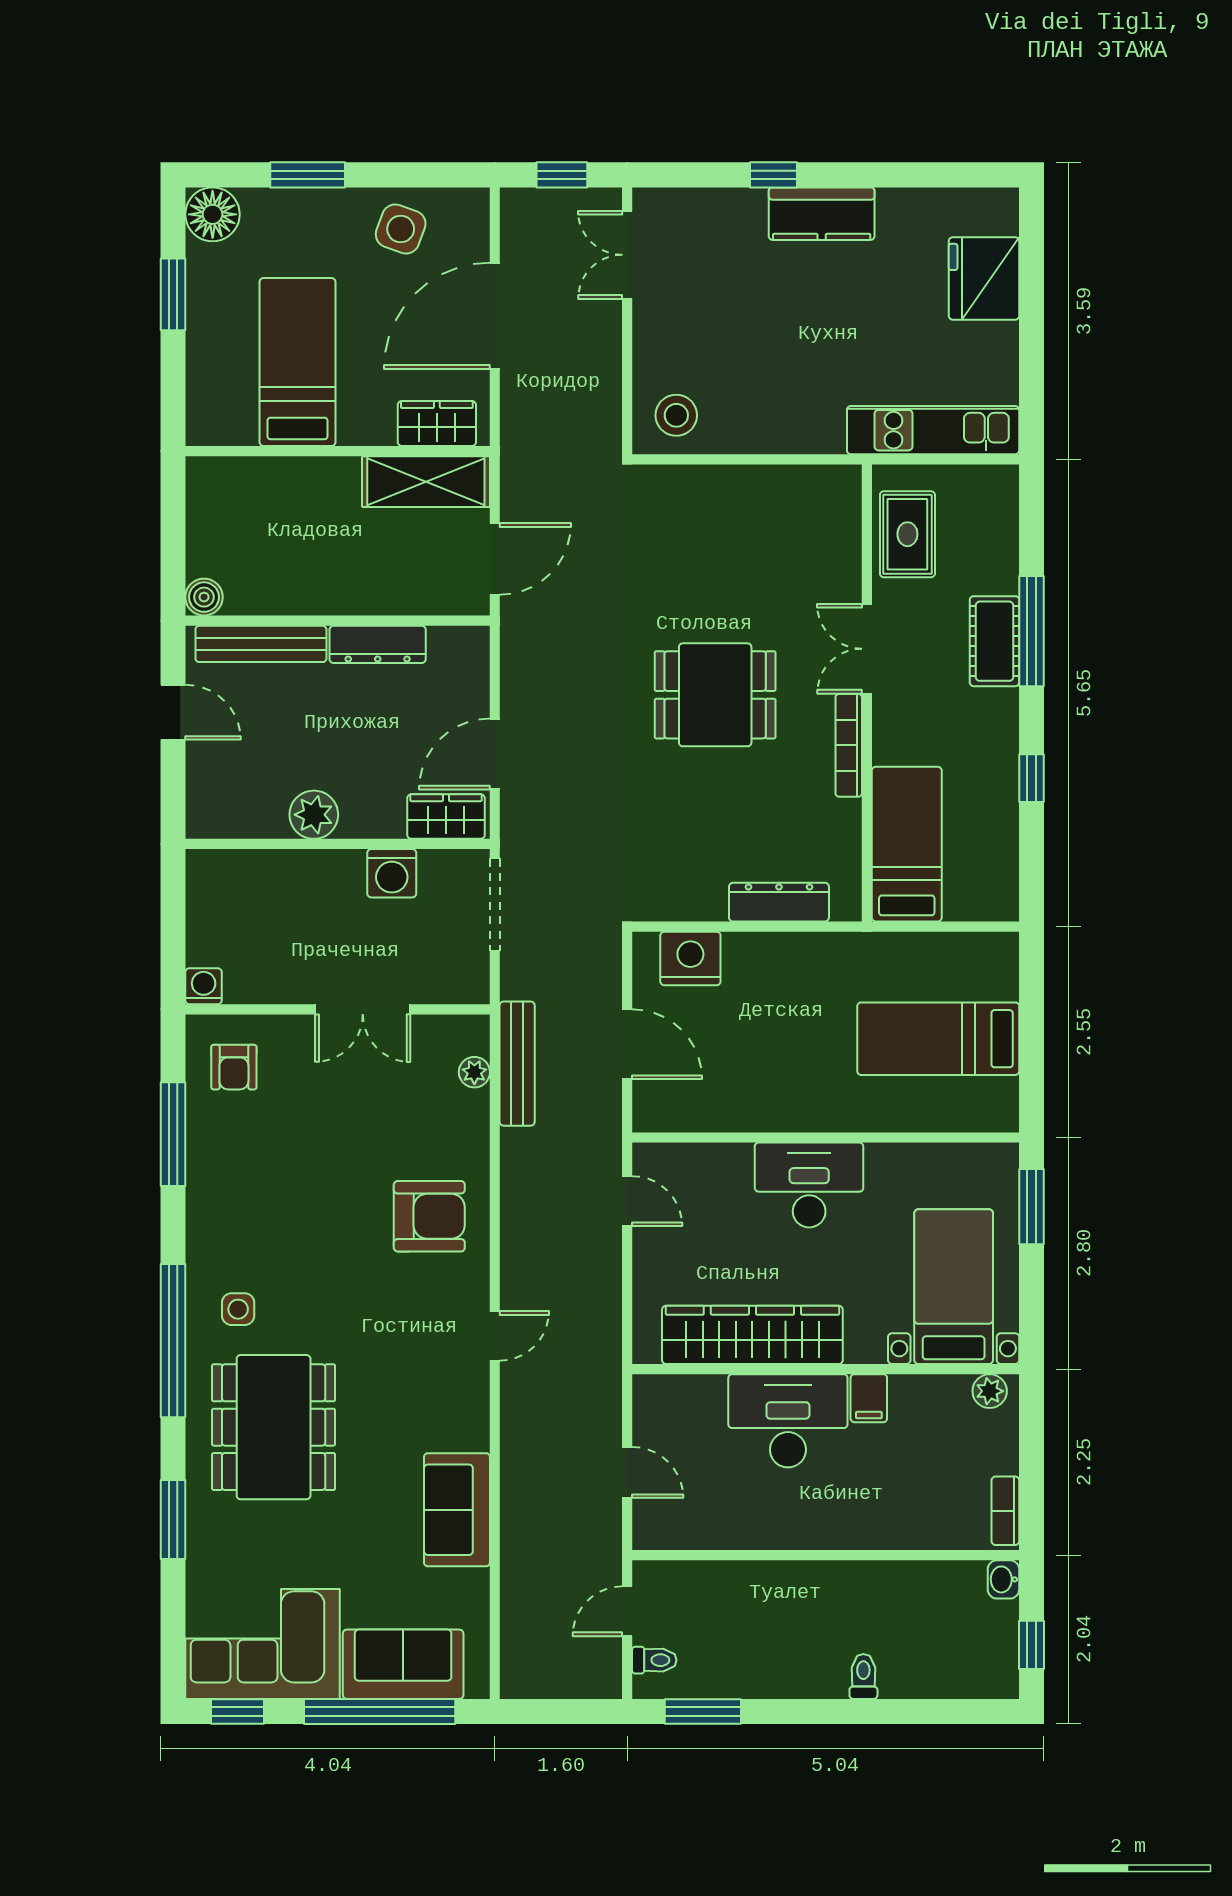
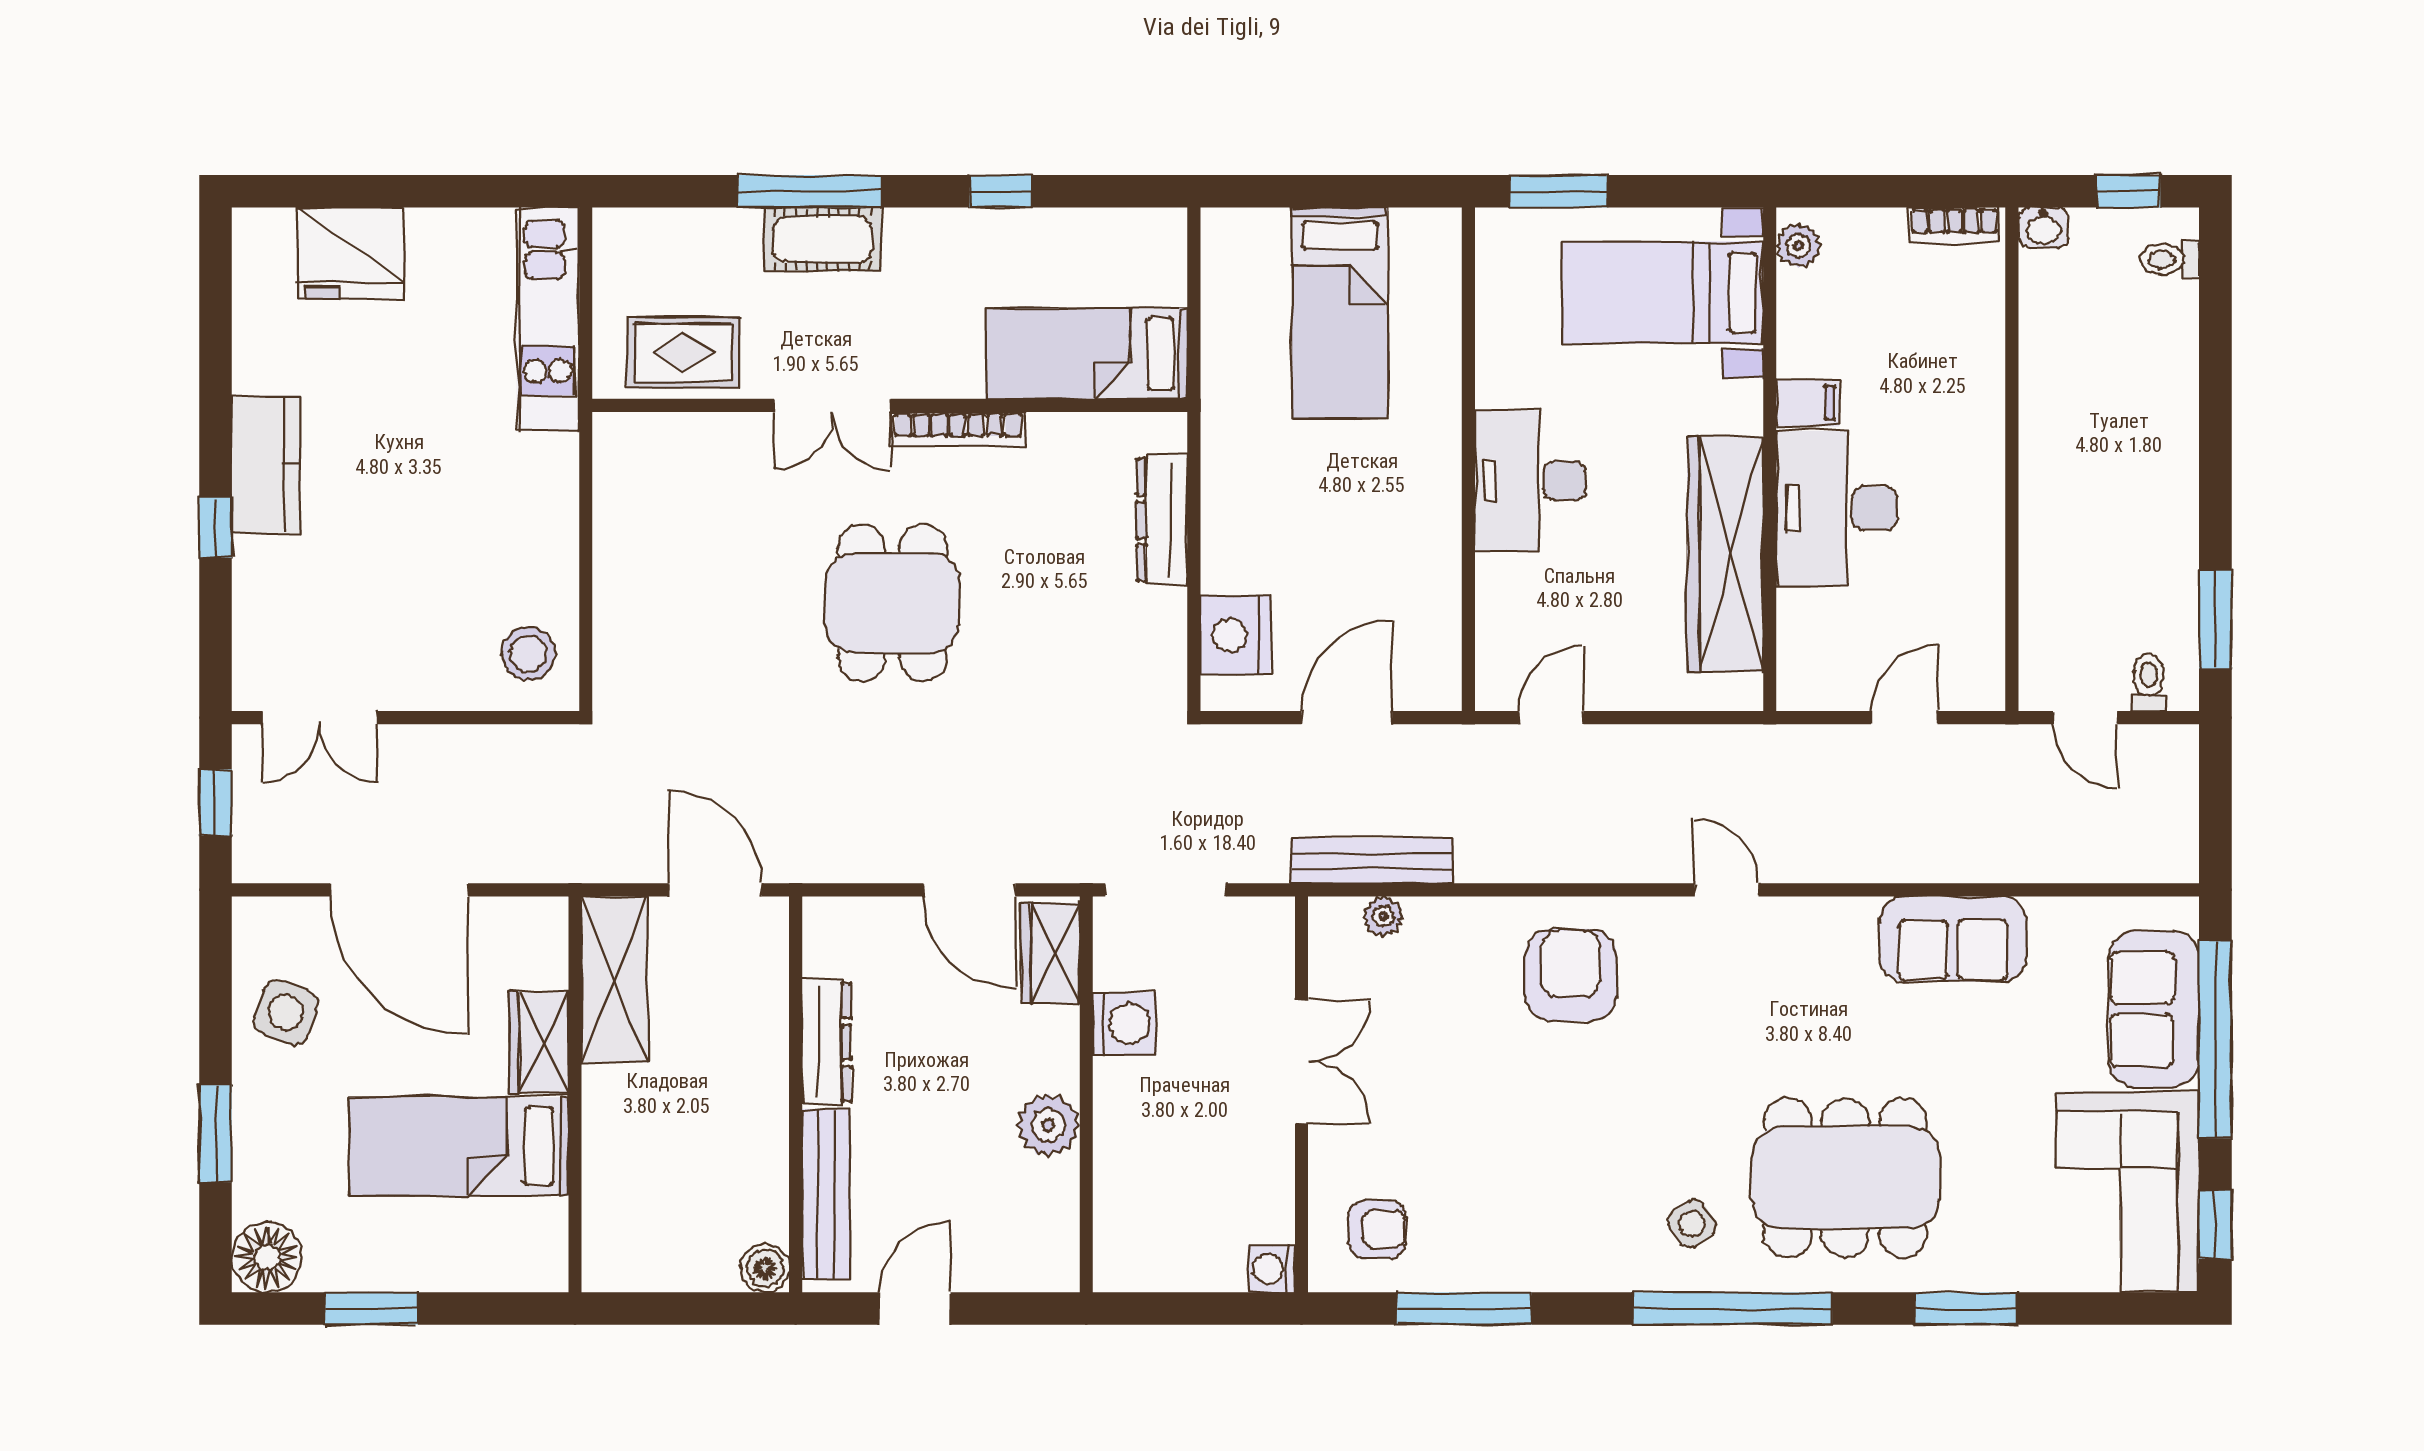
wardrobe: (437, 424) -> (539, 1042), moved
side table: (238, 1309) -> (1692, 1224), turned -33
toilet: (863, 1676) -> (2170, 259), moved

